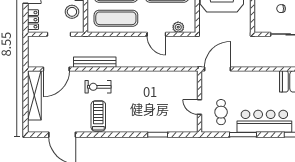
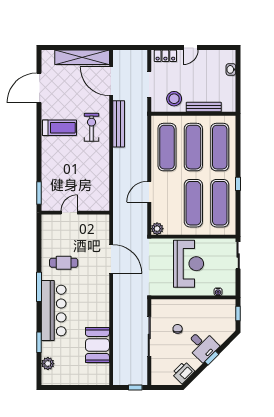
plant: (178, 27) -> (157, 229), moved
wall: (199, 102) -> (75, 213), moved
door: (199, 107) -> (69, 213), moved

